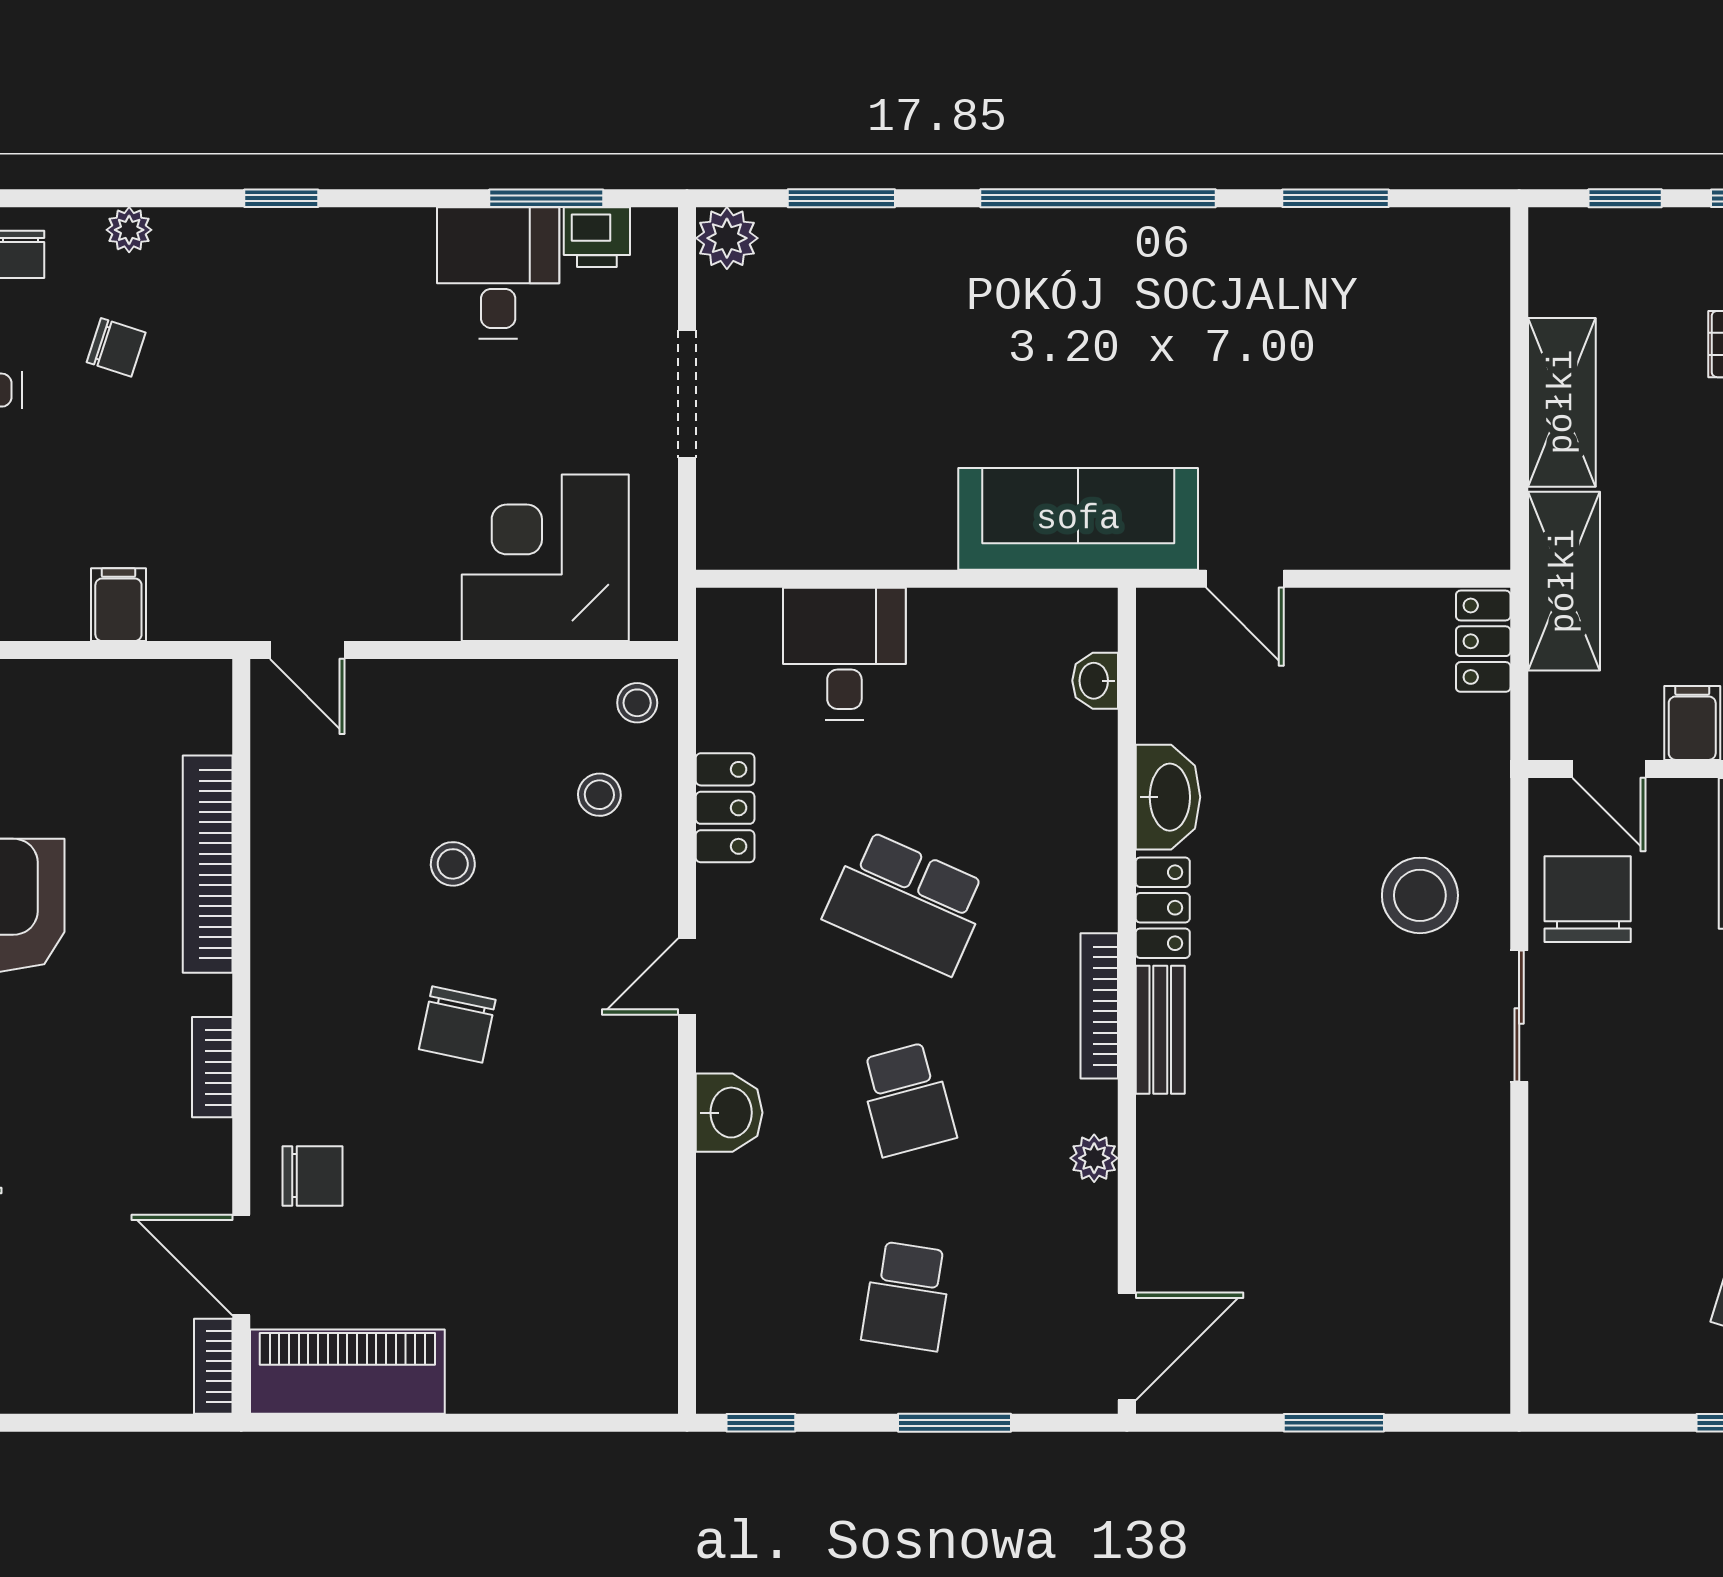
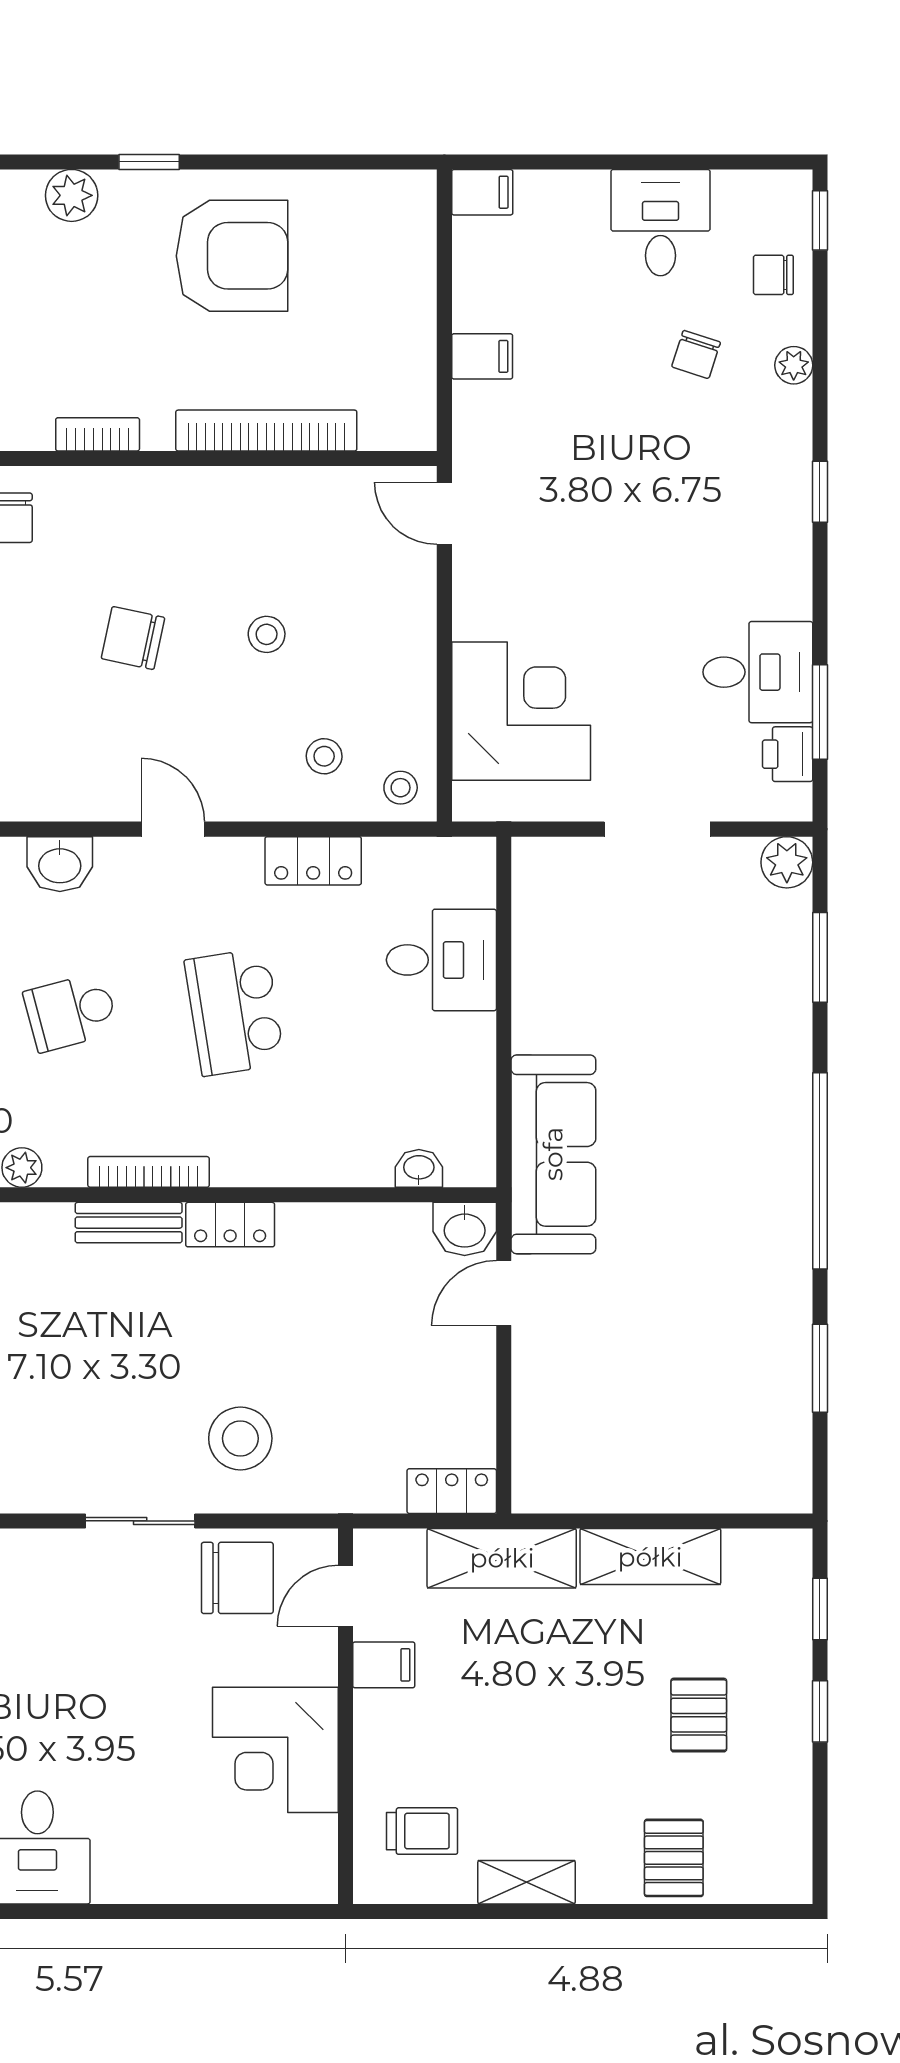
door: (307, 650) -> (444, 513), hinge flipped
washbasin: (1168, 797) -> (465, 1229), moved, width x0.72
school desk: (907, 902) -> (235, 1012), turned -33

